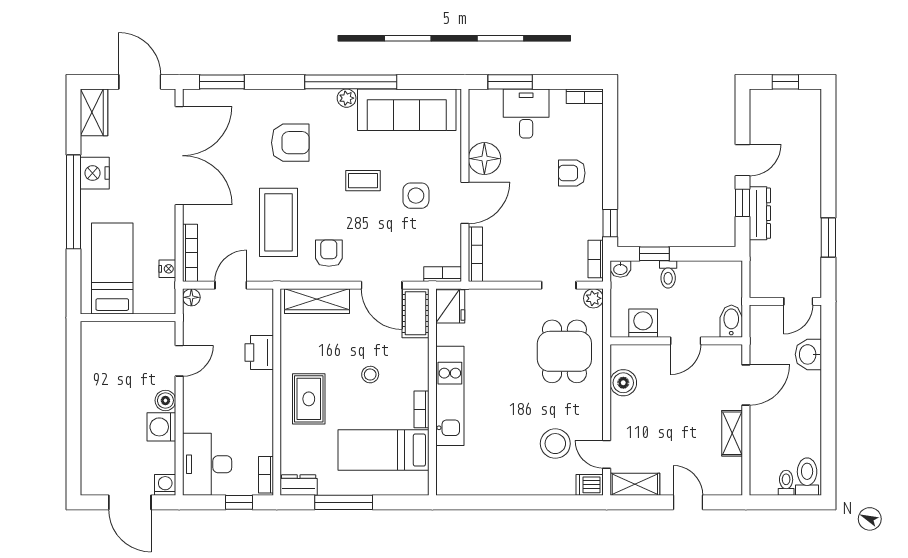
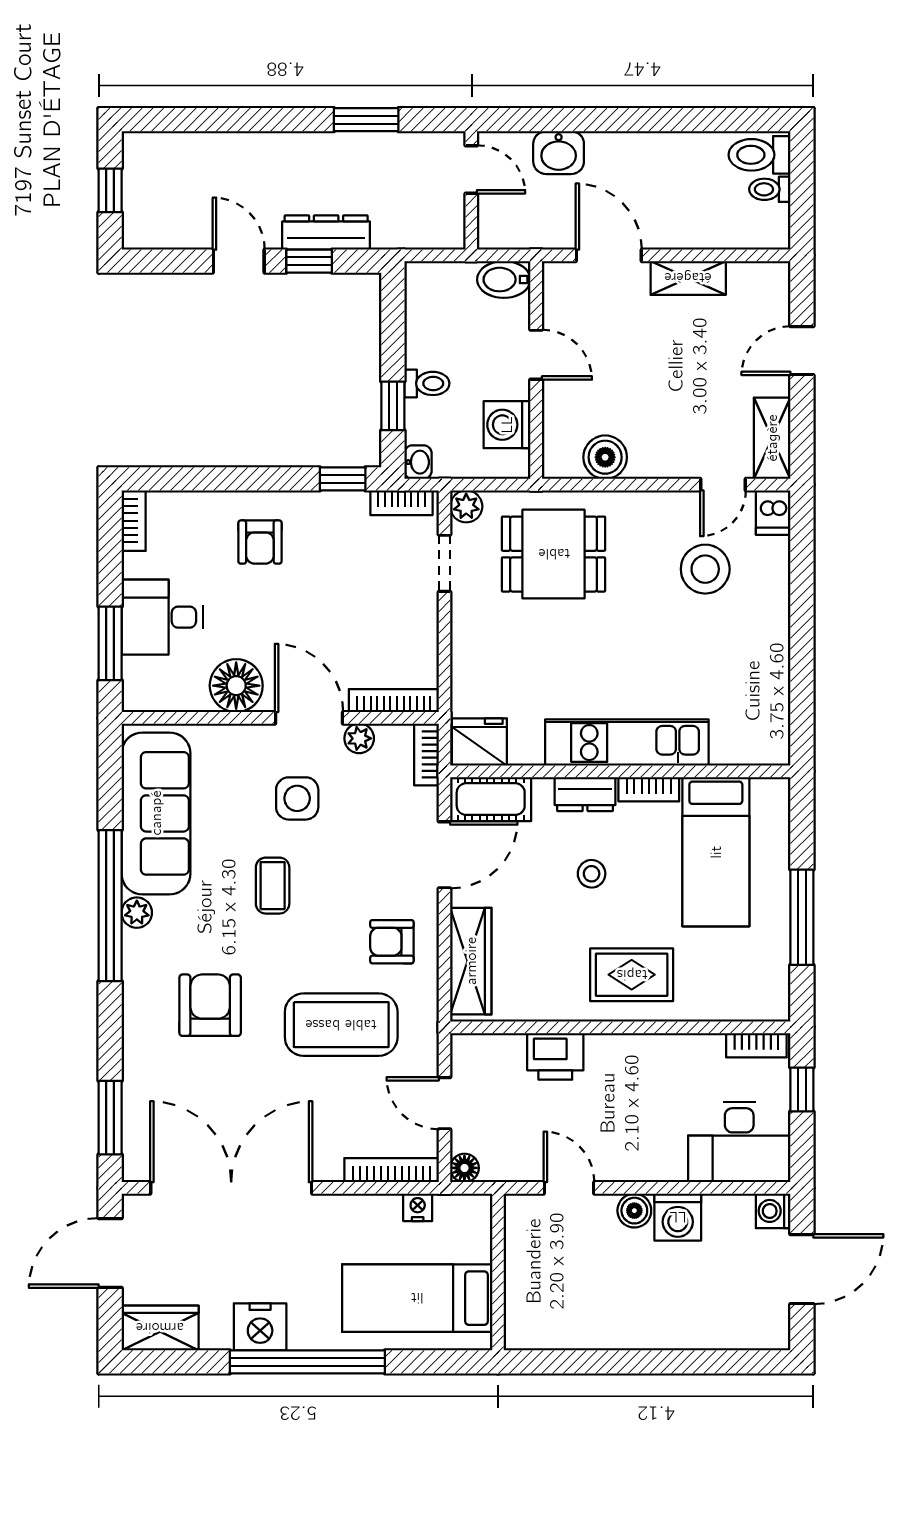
plant: (452, 233) -> (359, 738), added
dresser: (299, 485) -> (585, 794), moved, turned -90

